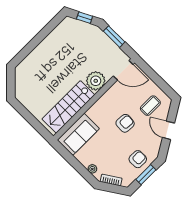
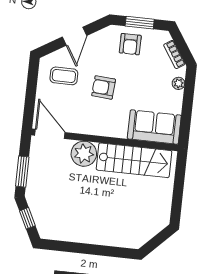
armchair: (138, 159) -> (130, 44), turned -90

